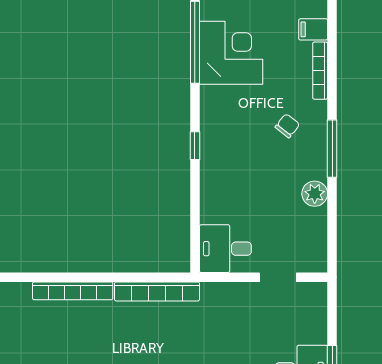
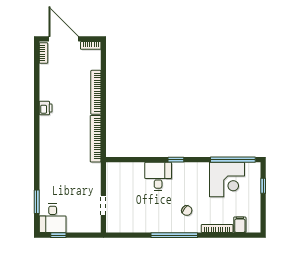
window: (332, 149) -> (174, 235), width x1.46
plant: (315, 194) -> (149, 226), removed
desk: (225, 249) -> (158, 176), moved

